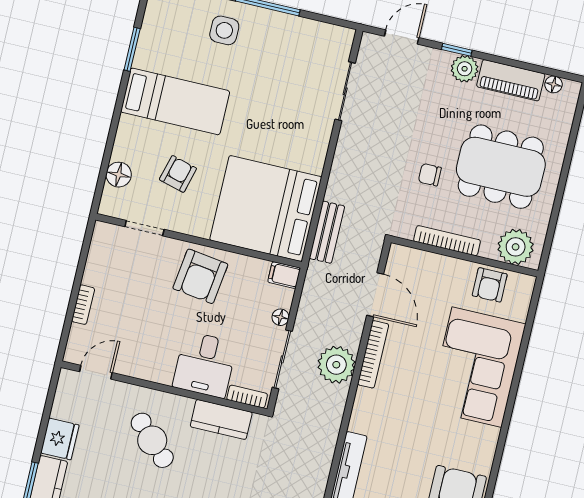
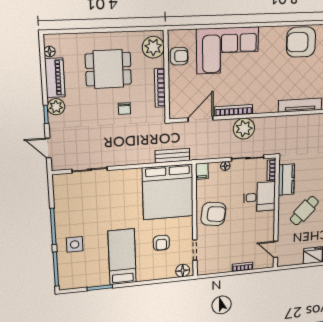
dining table: (501, 167) -> (108, 69), width x0.73
armchair: (178, 174) -> (161, 243), turned -105
floor lamp: (119, 175) -> (183, 271), moved

